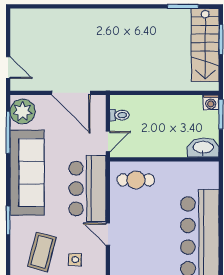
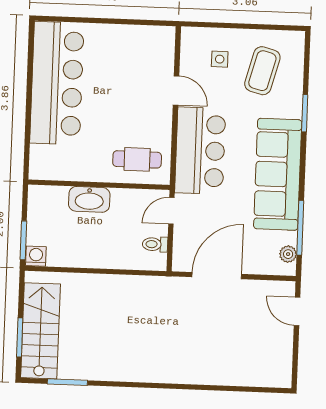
door: (71, 93) -> (217, 276), hinge flipped
plant: (22, 111) -> (288, 254), width x0.53, depth x0.53
washbasin: (203, 148) -> (89, 199), moved

